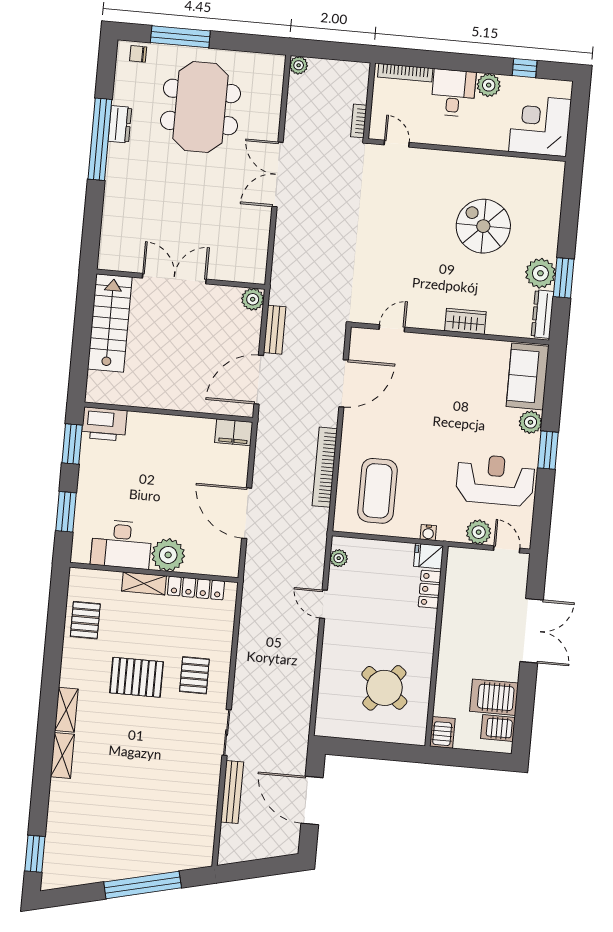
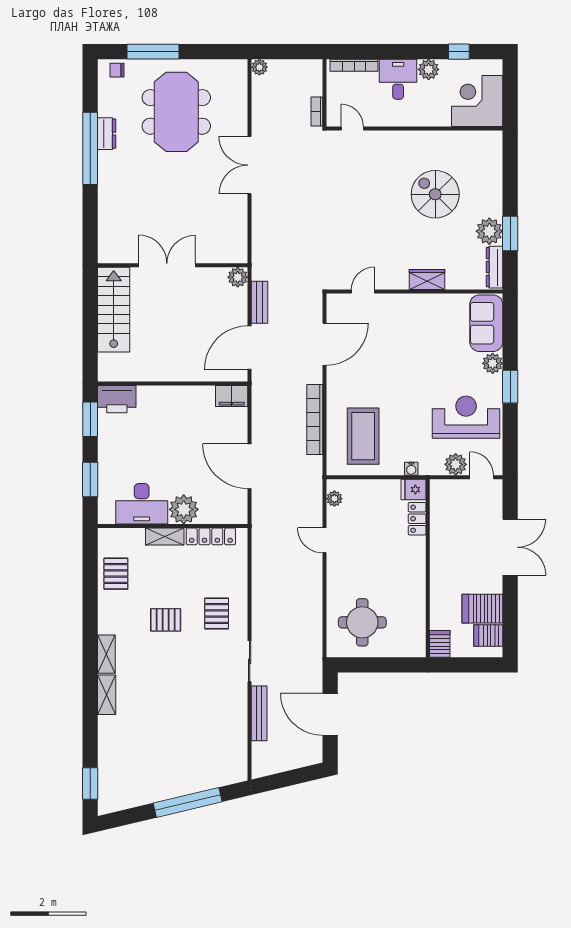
pallet: (137, 677) -> (166, 620), width x0.67, depth x0.71
round table: (384, 688) -> (362, 622), moved, turned -38

